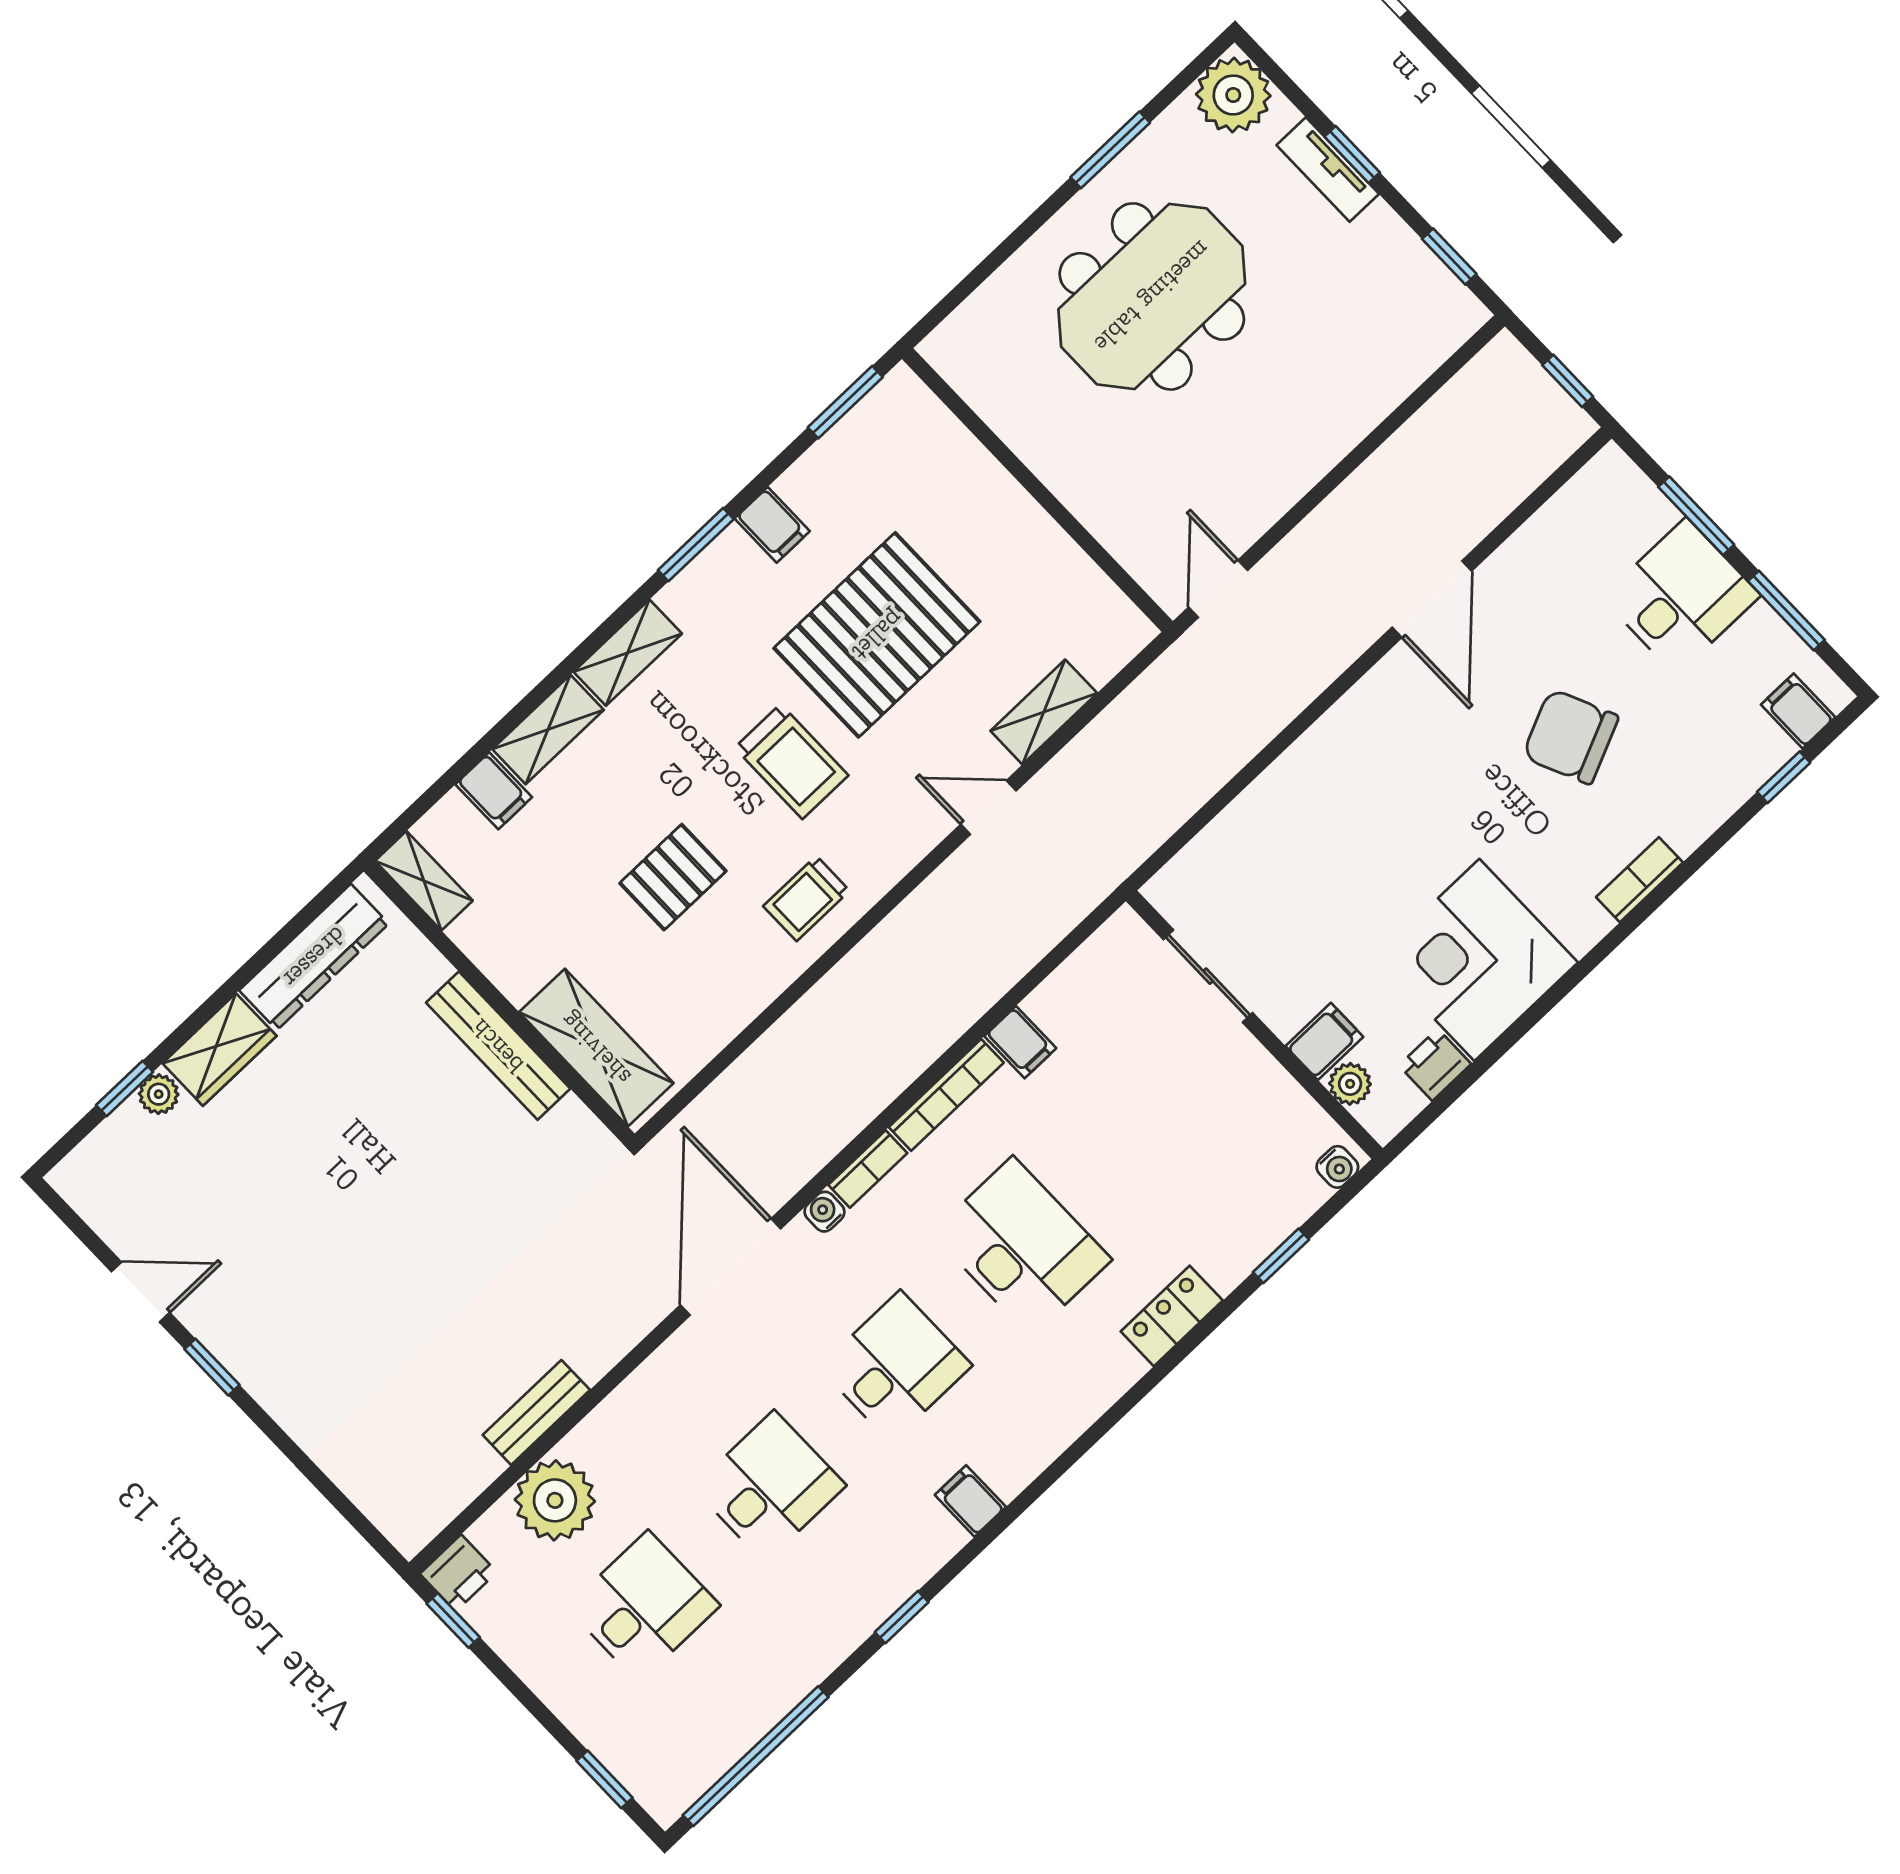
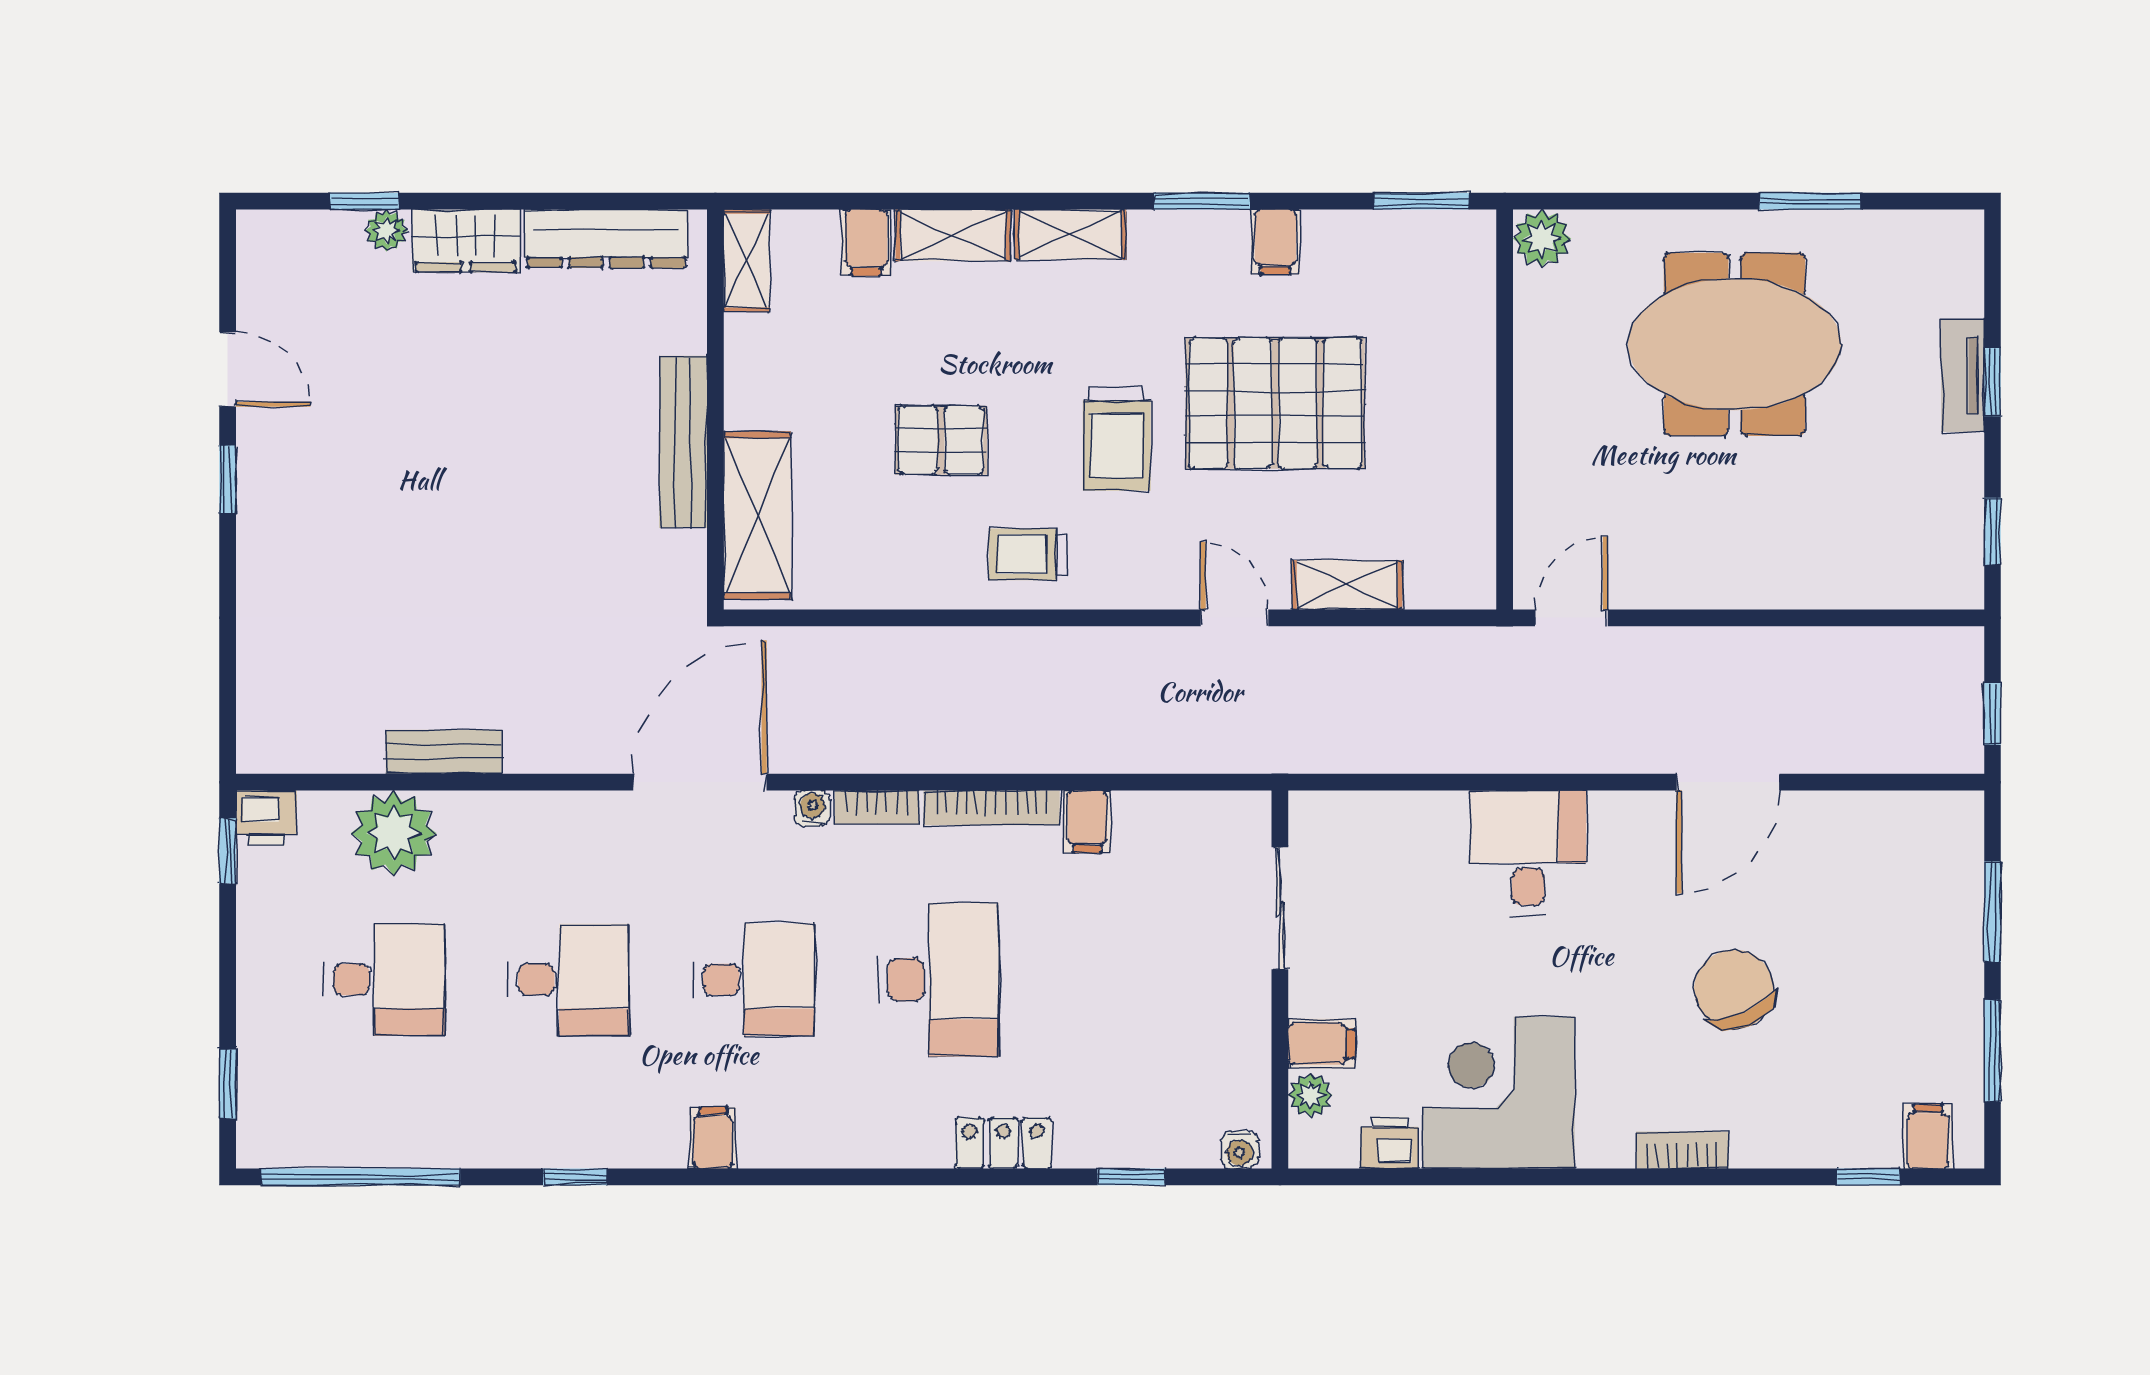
plant: (1233, 95) -> (1542, 239), moved, width x0.73, depth x0.73
desk: (1681, 596) -> (1528, 853), moved, turned -90

